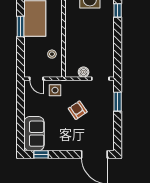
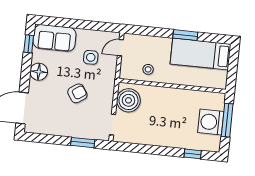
boiler: (84, 72) -> (128, 100), width x1.86, depth x1.86
side table: (55, 90) -> (91, 57), moved
floor lamp: (63, 144) -> (39, 72), added

